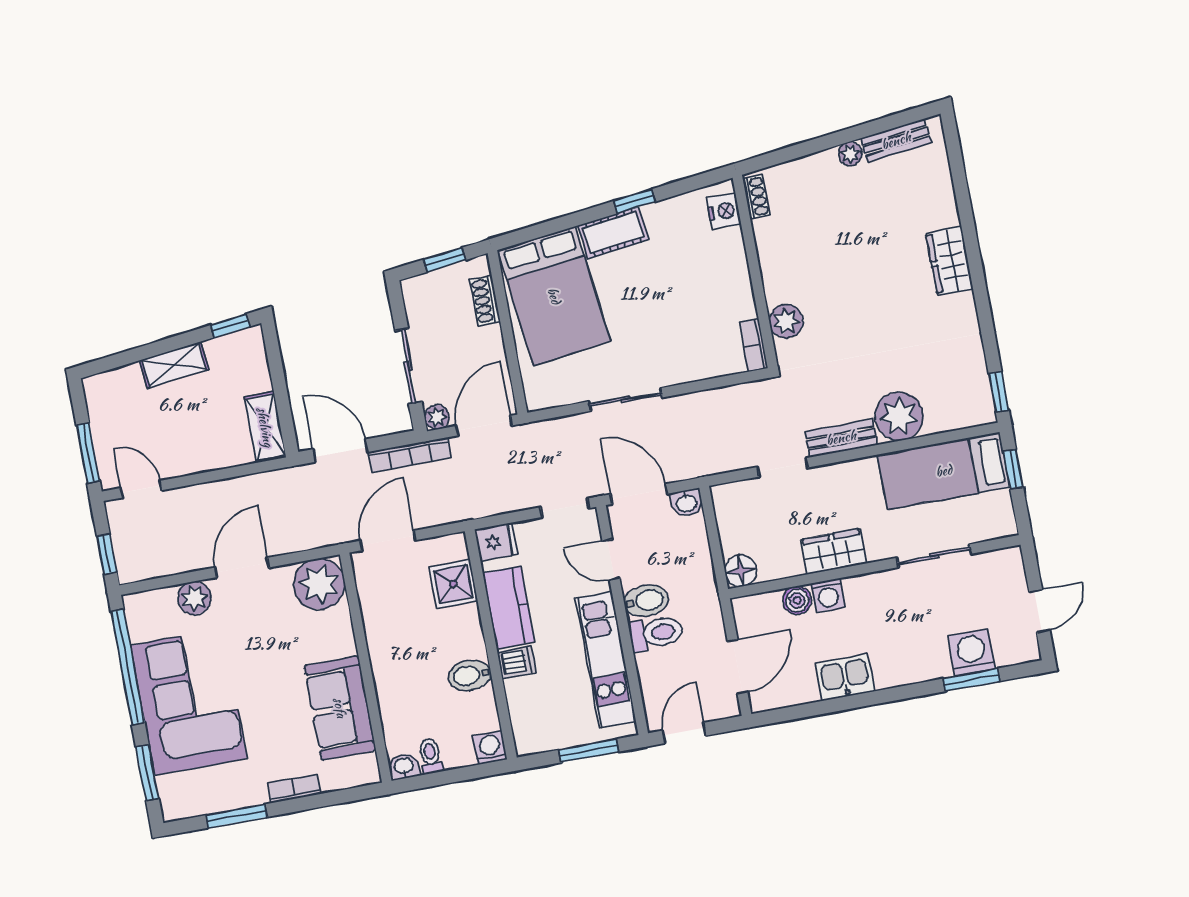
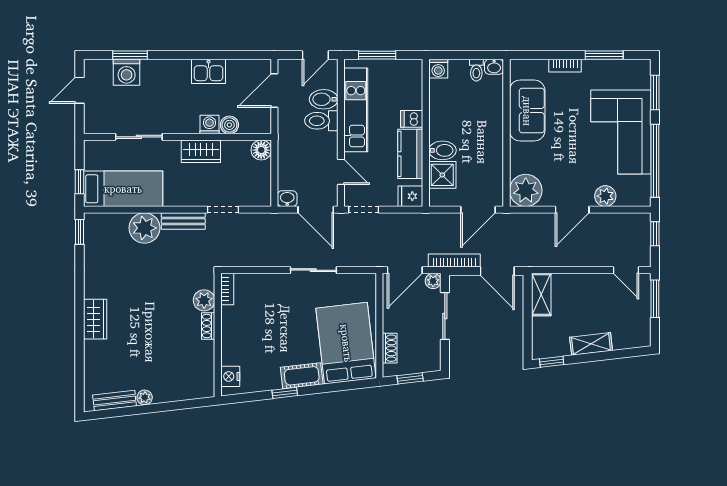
shoe rack: (756, 197) -> (208, 326), moved
bidet: (646, 601) -> (324, 99), moved
bidet: (470, 675) -> (442, 150), moved

